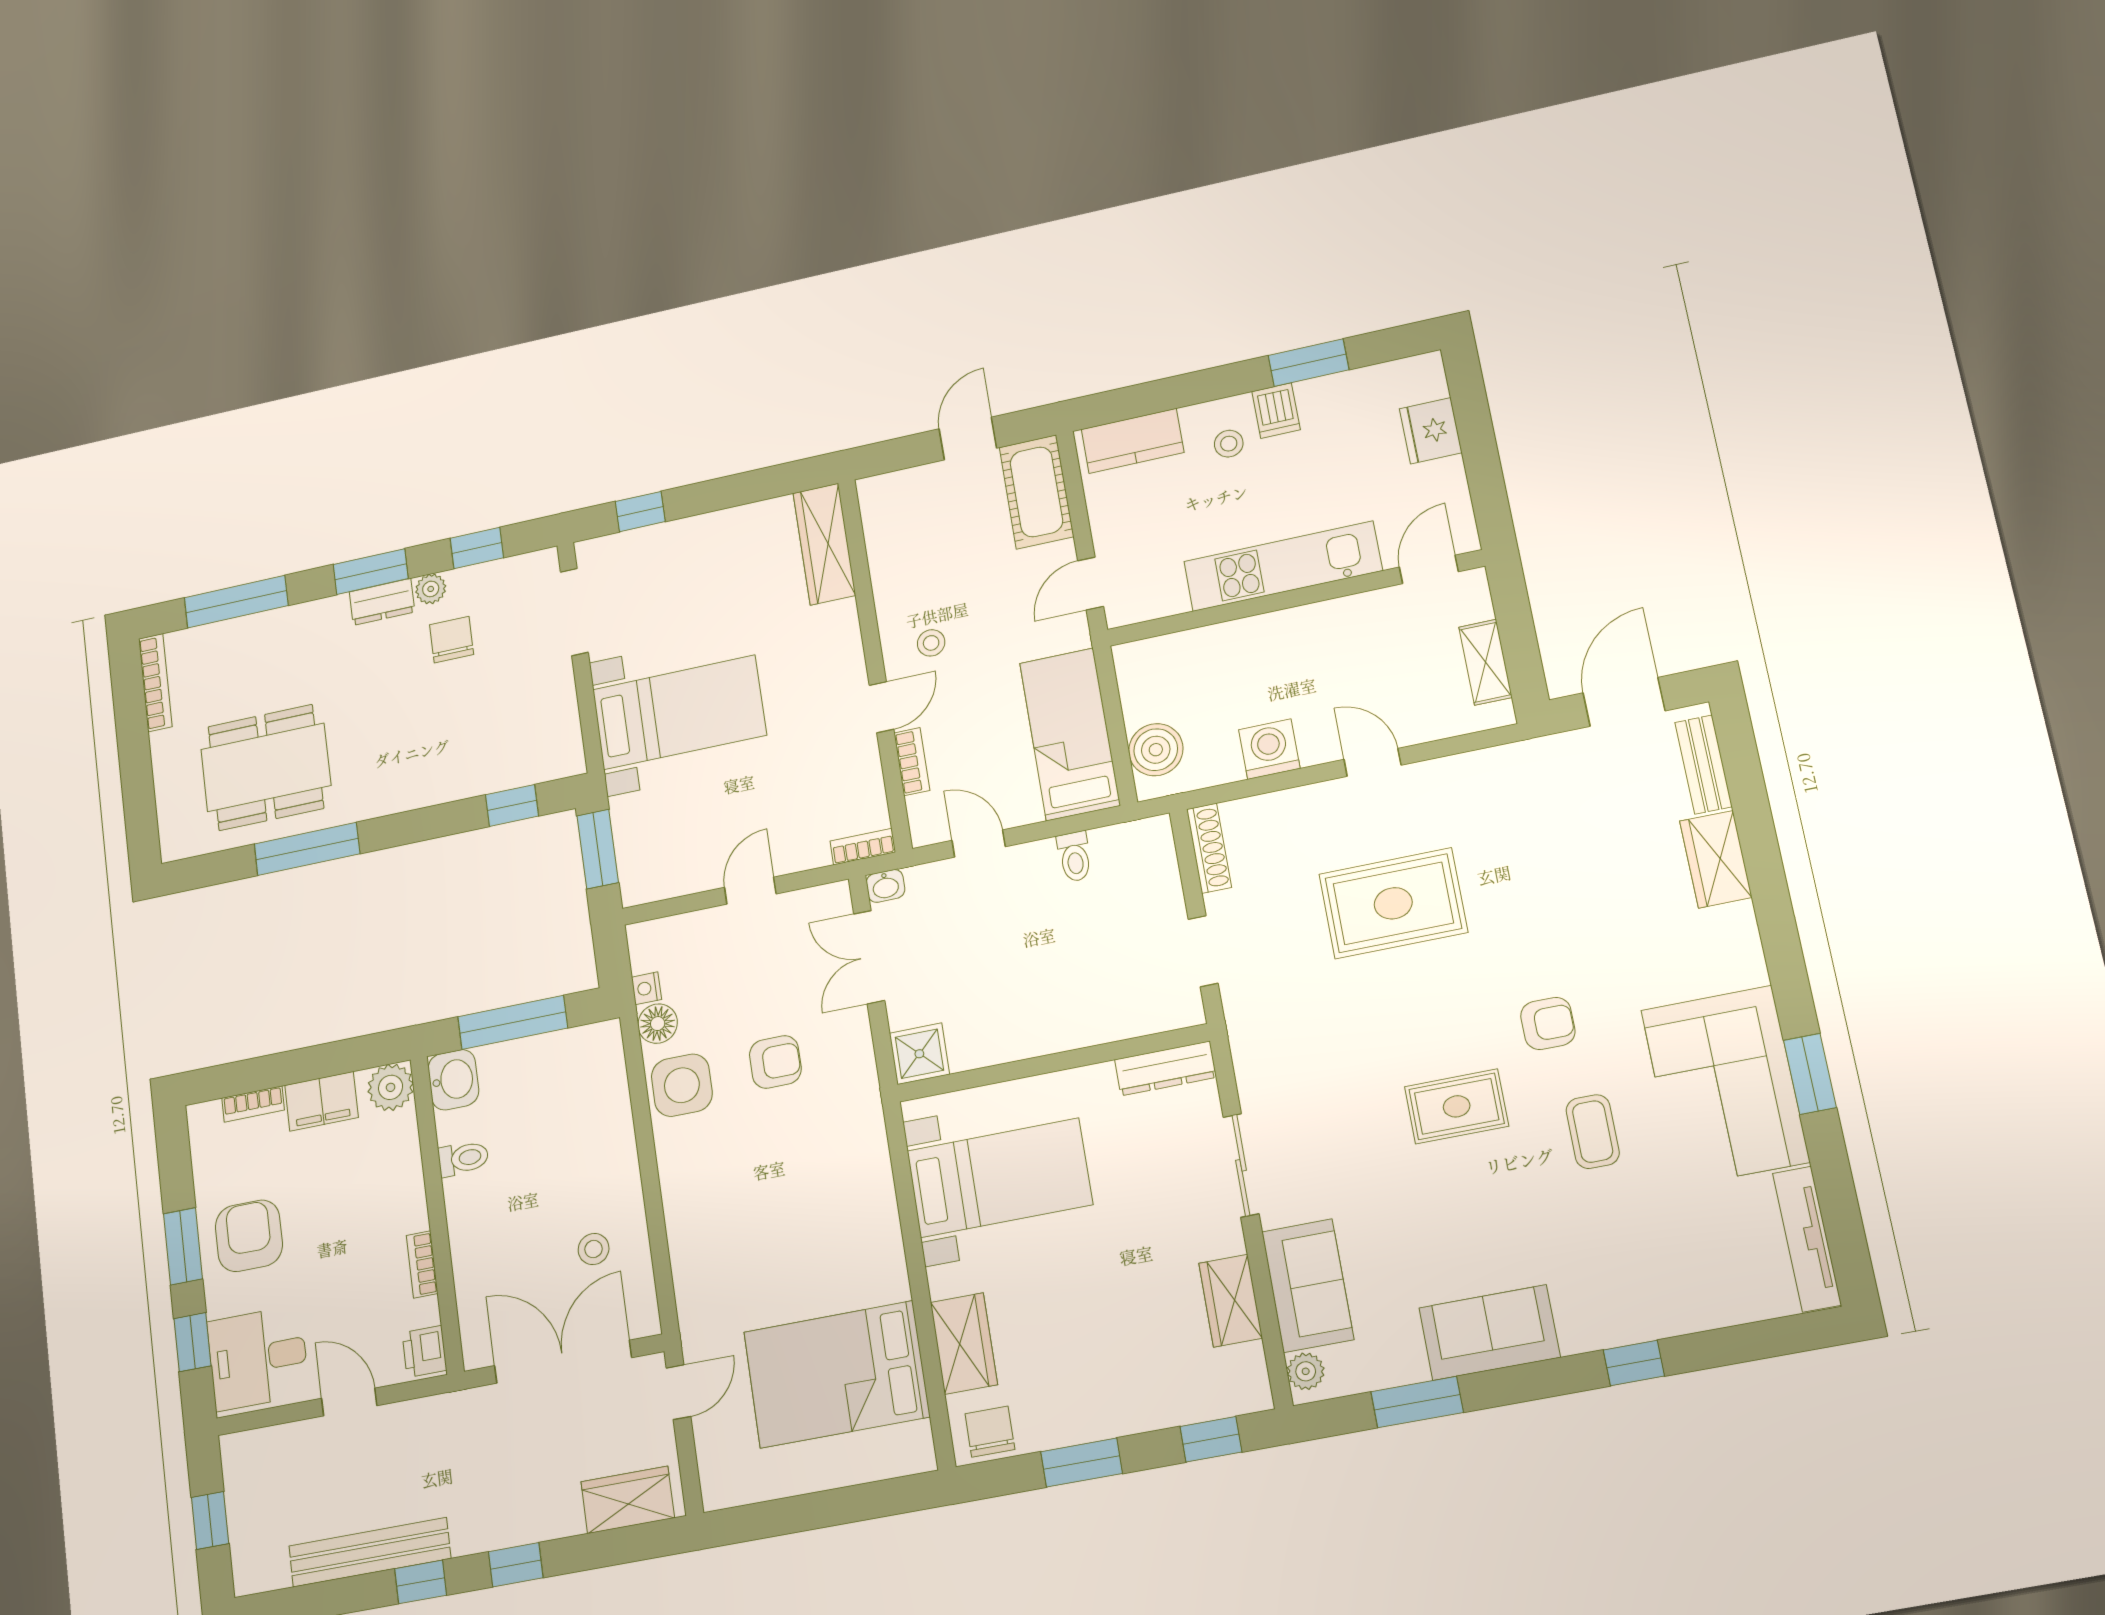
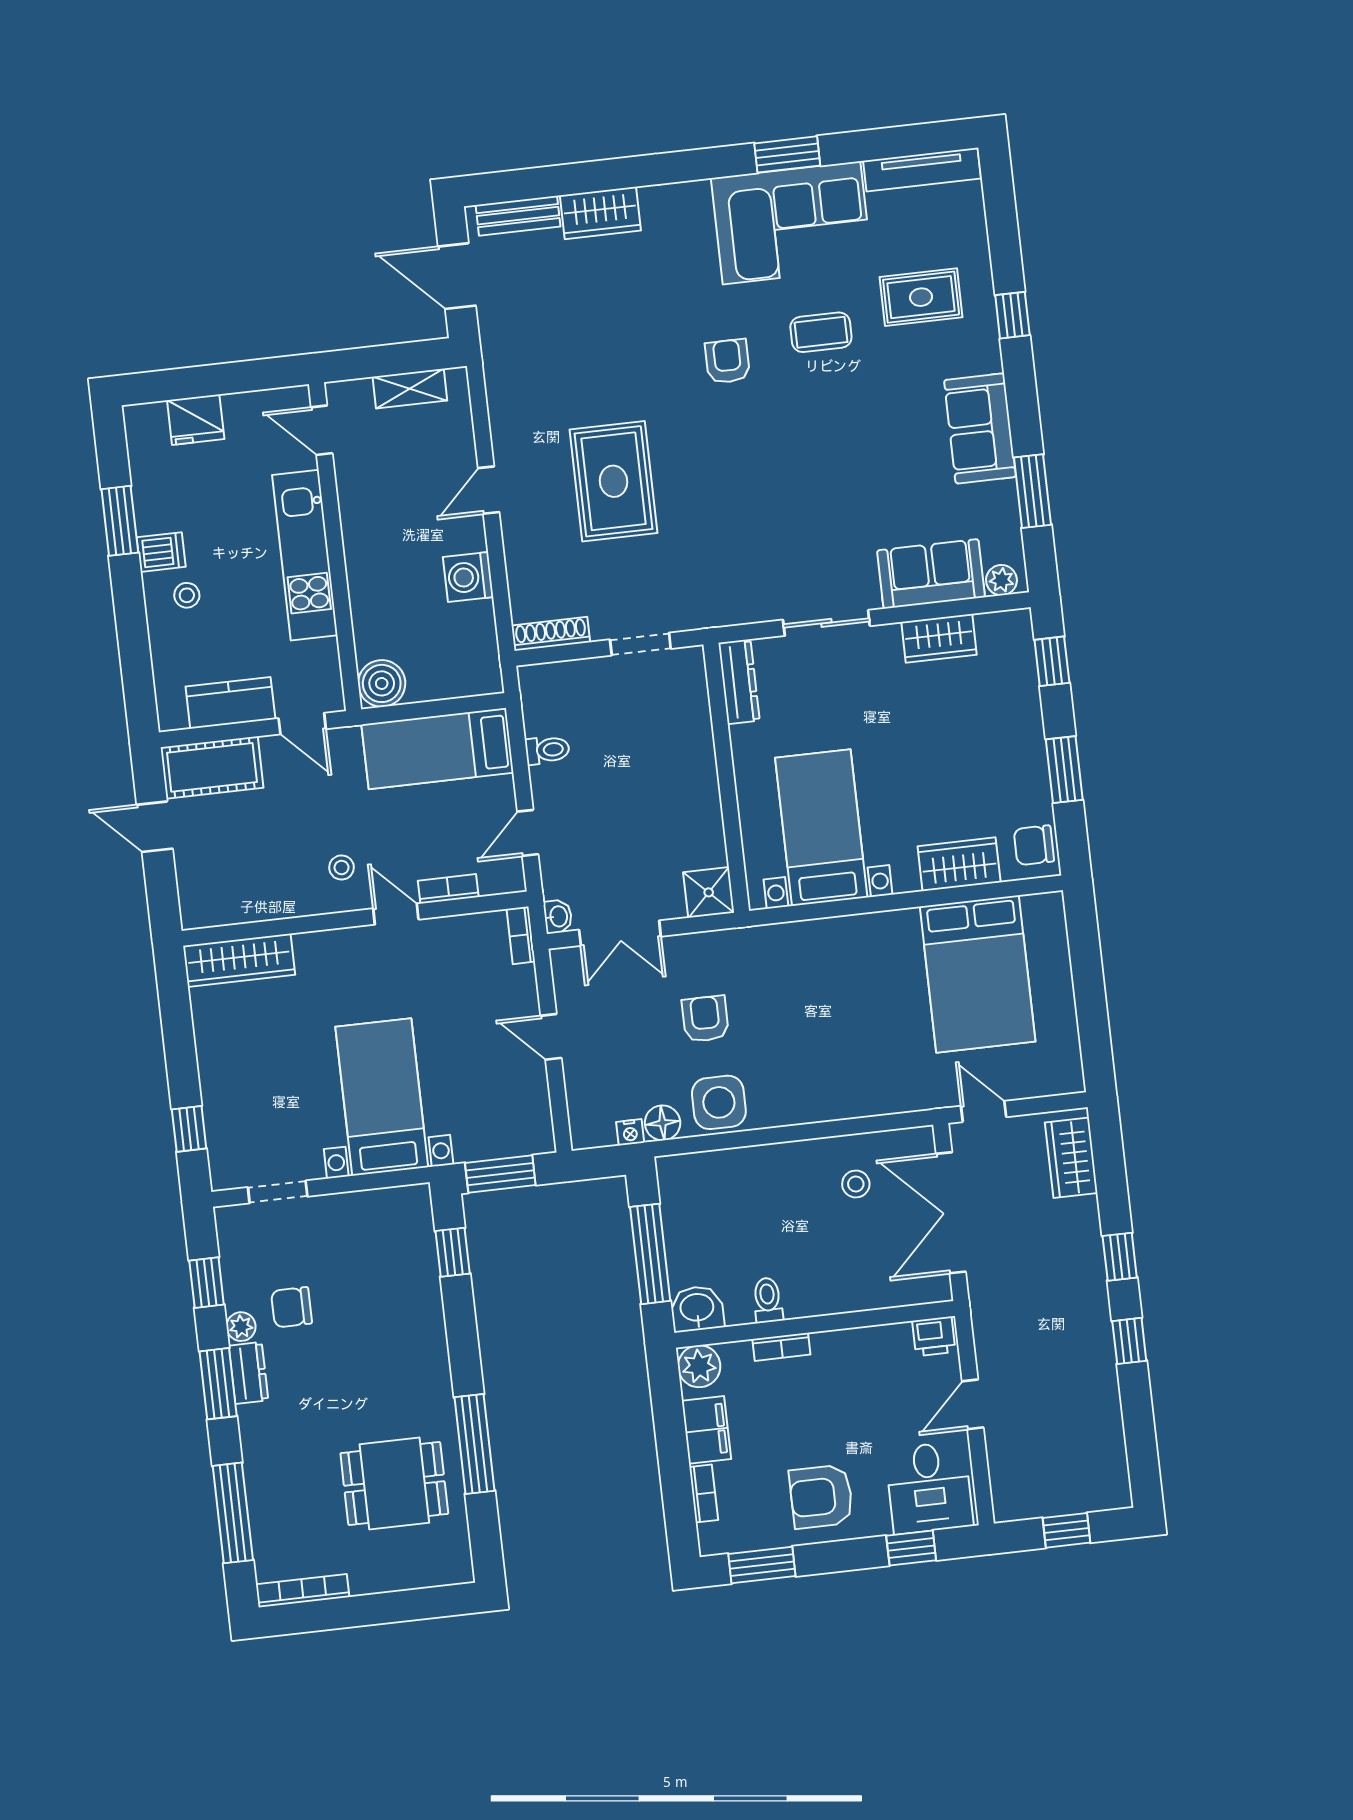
kitchen counter: (1133, 441) -> (230, 703), moved, turned -90
doorway: (574, 612) -> (278, 1192), width x0.73
boiler: (1156, 750) -> (382, 683), moved
dining table: (266, 767) -> (394, 1483), width x0.73
rug: (1457, 1106) -> (921, 297), moved, turned 90
window: (183, 1246) -> (762, 1565), moved
bookcase: (422, 1264) -> (781, 1347), moved
bench: (370, 1552) -> (1102, 1386), removed

